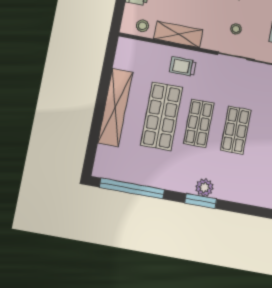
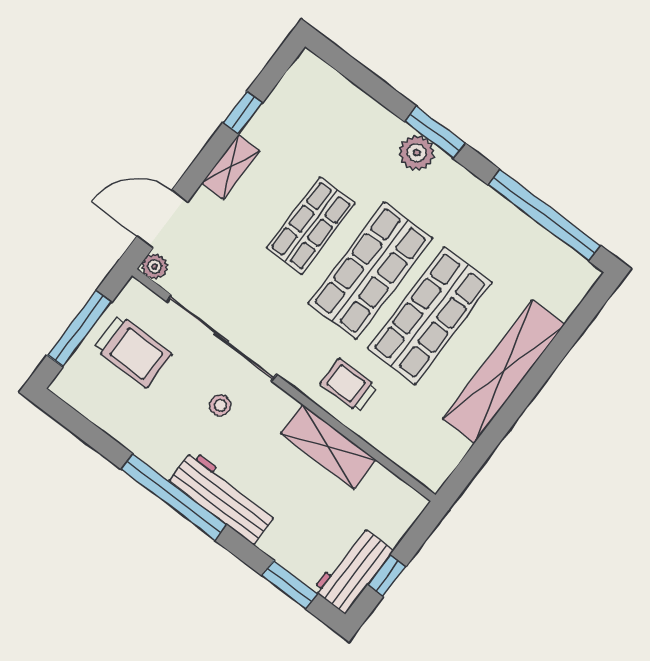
stool: (142, 26) -> (384, 493), removed
trolley: (183, 66) -> (349, 385), turned 180
shop shelf: (199, 123) -> (370, 271), width x1.43, depth x1.36

